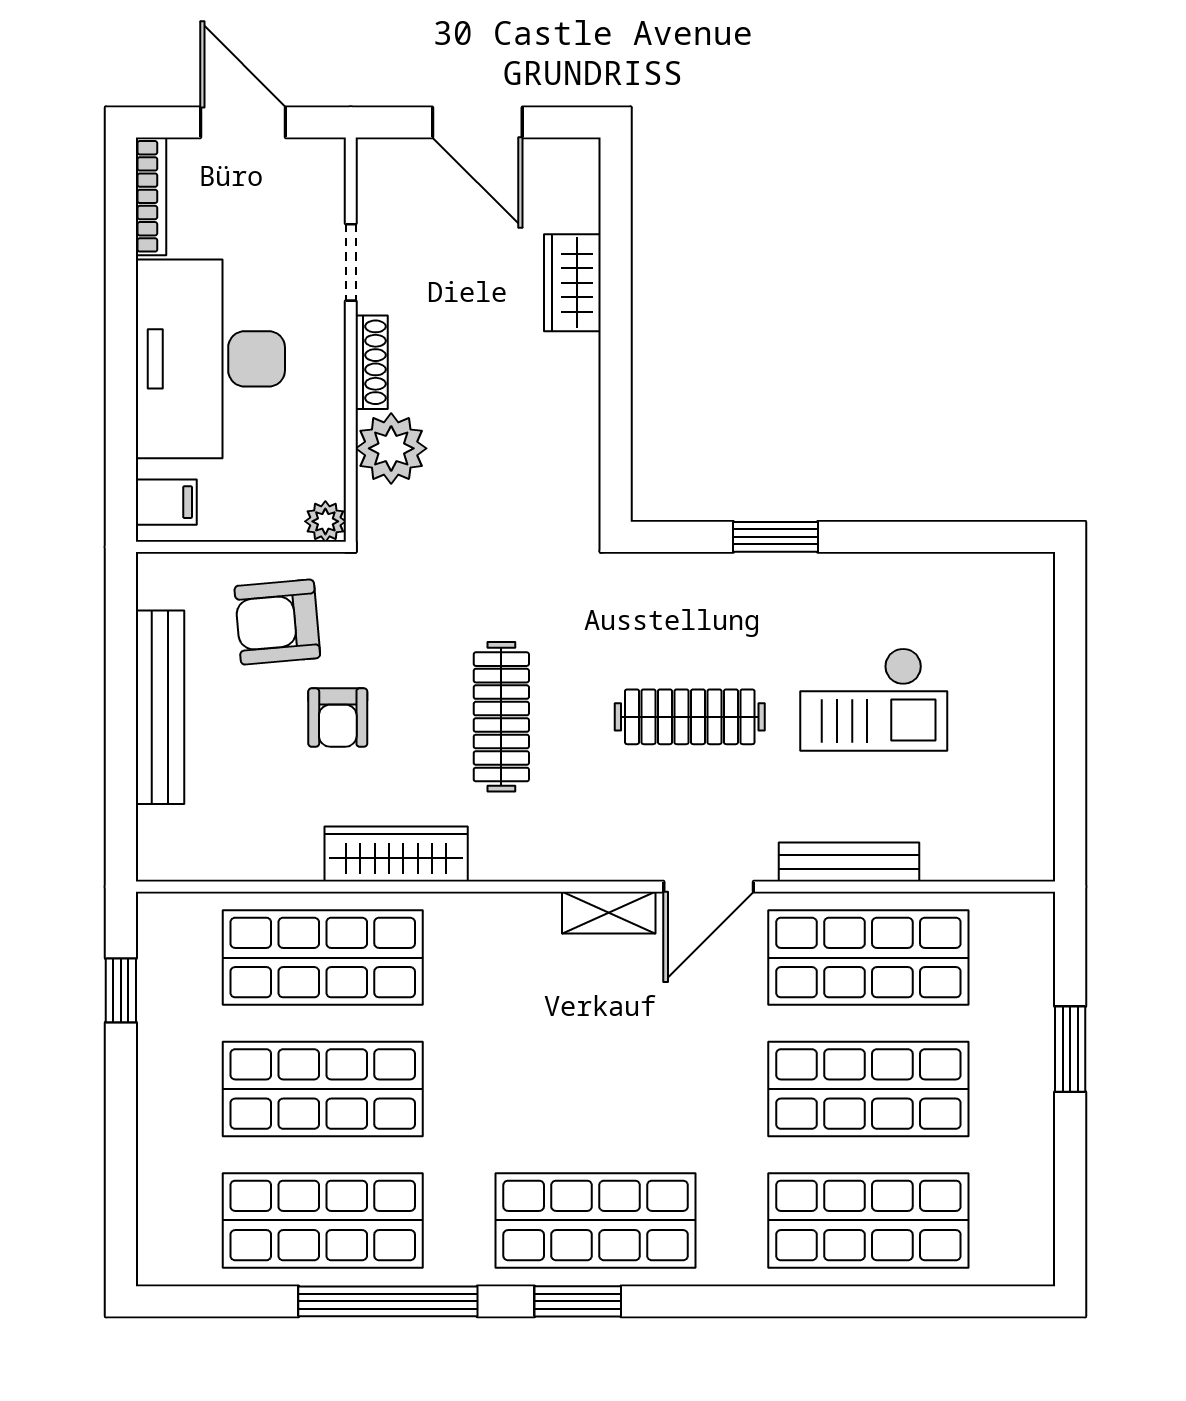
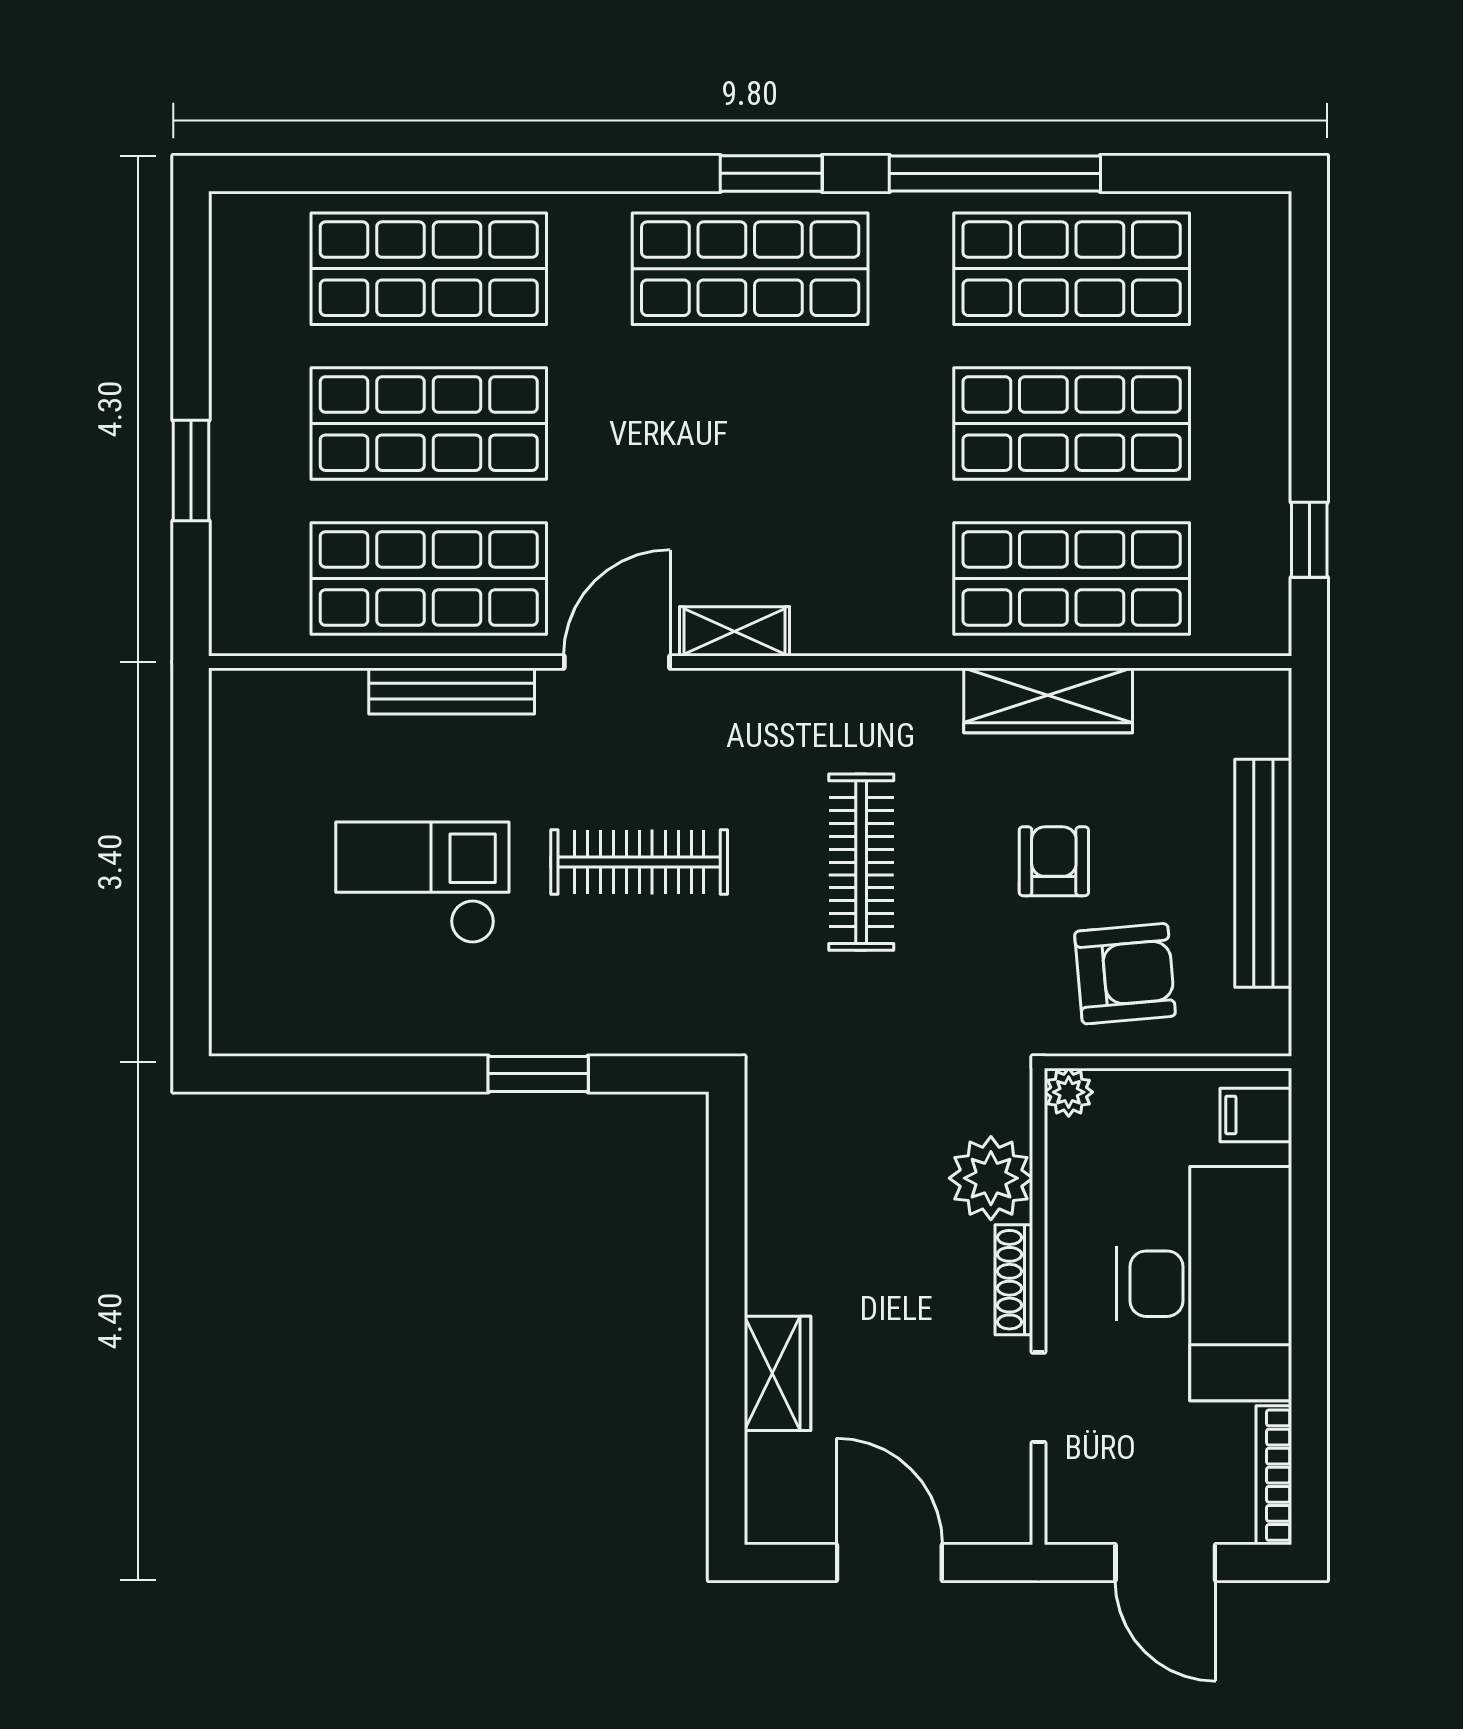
wardrobe: (396, 854) -> (1048, 700), moved

